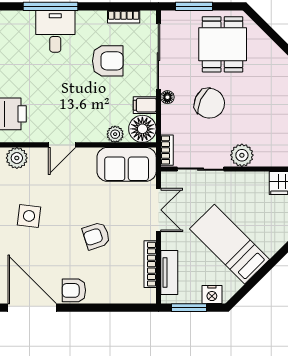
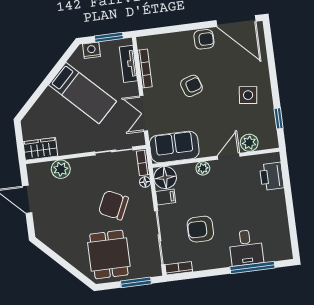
bookcase: (124, 17) -> (179, 268), moved
floor lamp: (167, 97) -> (145, 182), moved
plant: (115, 134) -> (203, 168), moved
plant: (242, 155) -> (61, 169), moved
plant: (17, 158) -> (249, 143), moved

